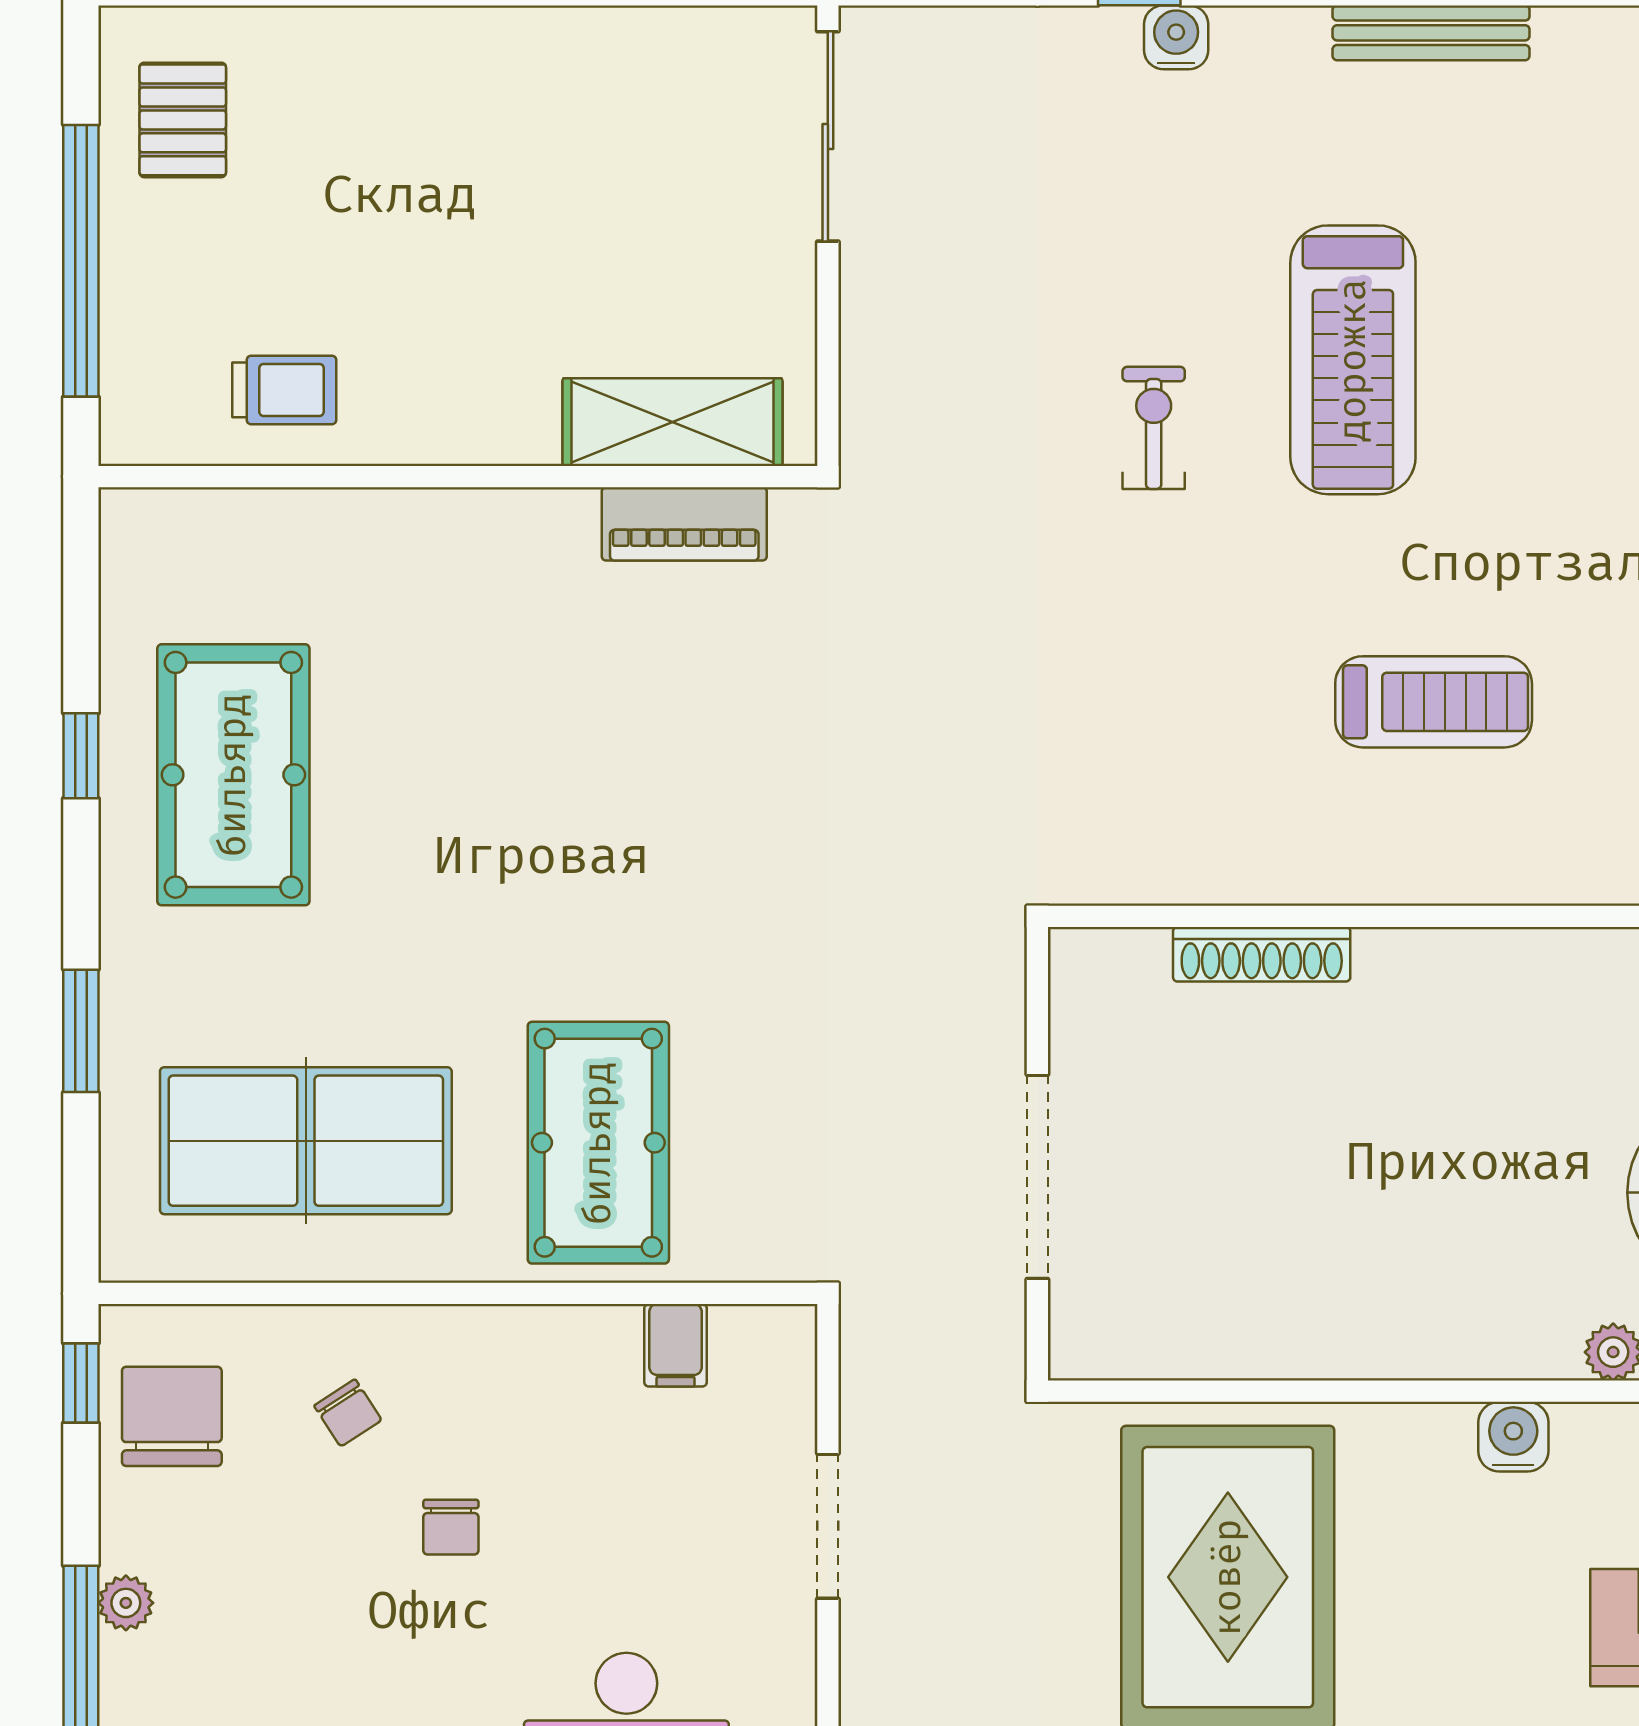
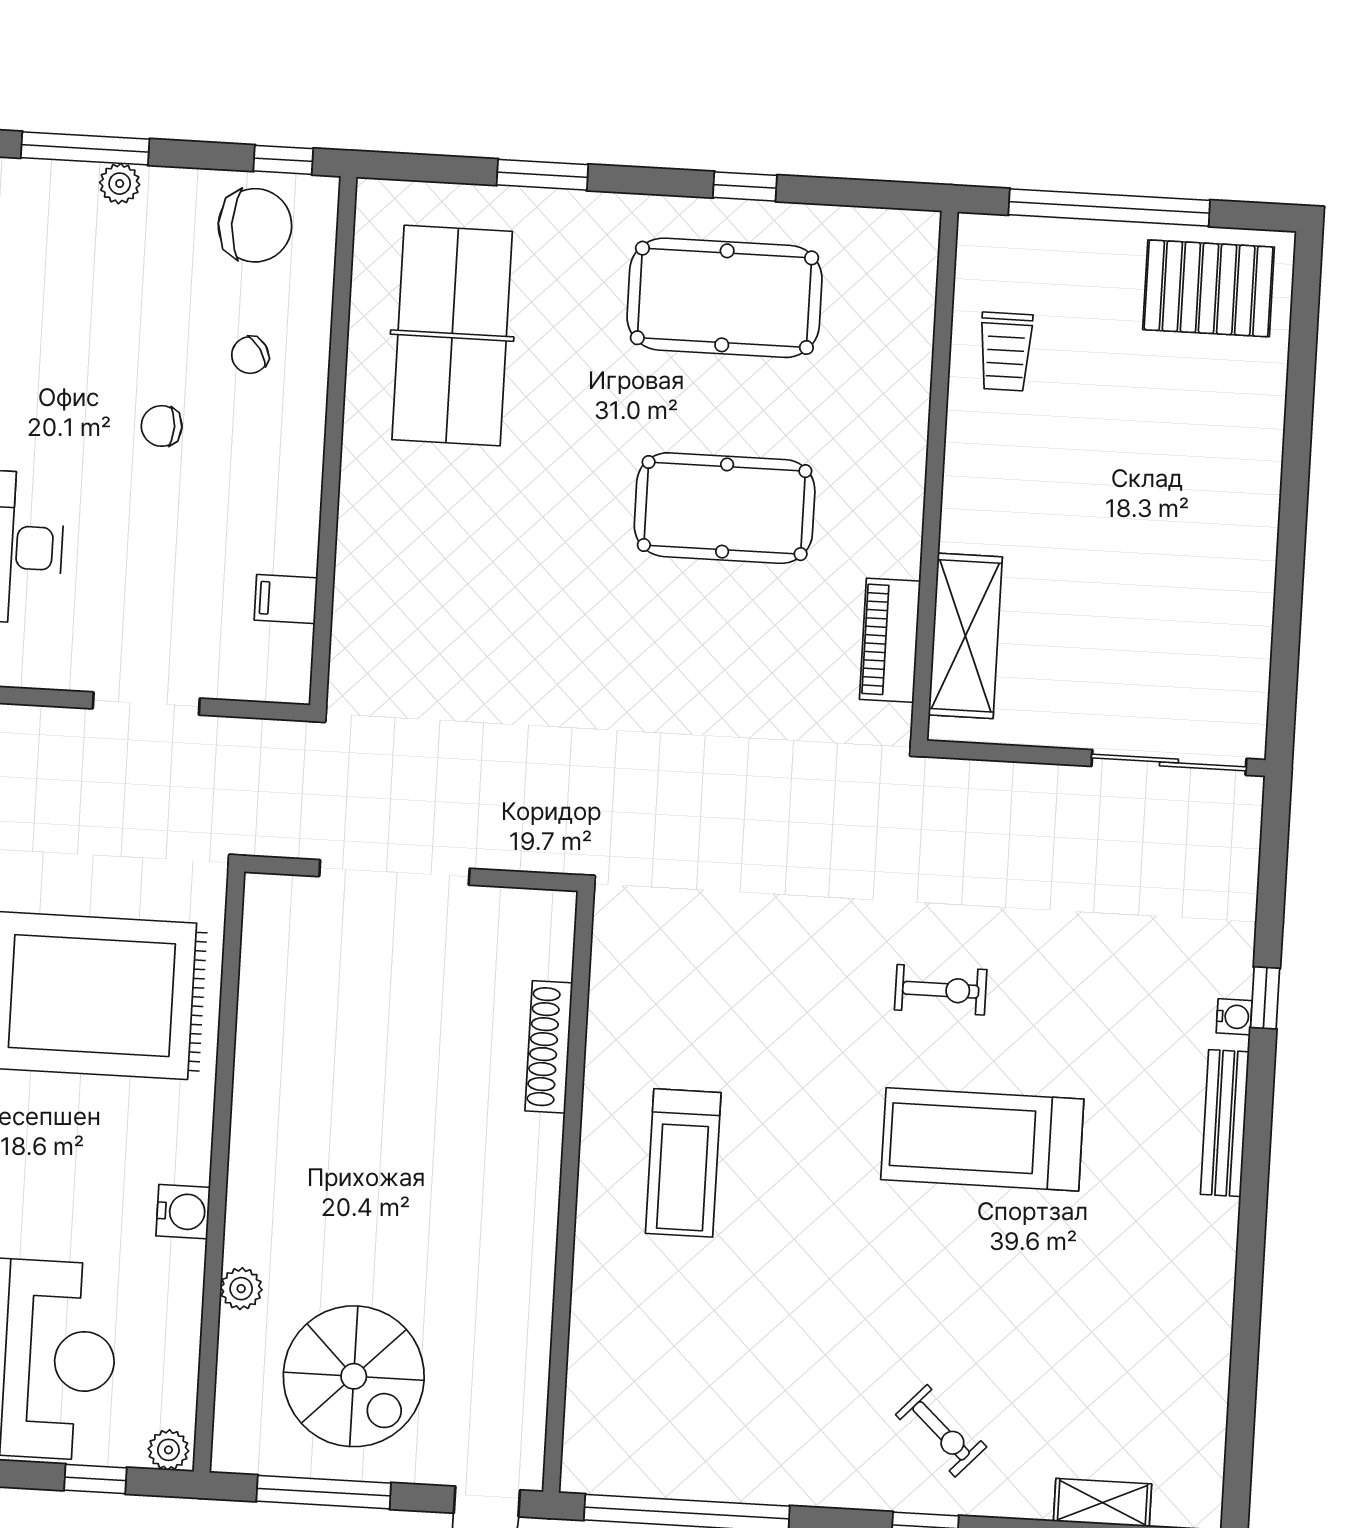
bench: (1431, 33) -> (1225, 1123), moved
water cooler: (1176, 37) -> (1234, 1017), width x0.72, depth x0.72
pallet: (183, 120) -> (1209, 288), width x1.50, depth x1.42
treadmill: (1434, 702) -> (683, 1163), moved
pool table: (598, 1143) -> (725, 508), moved

